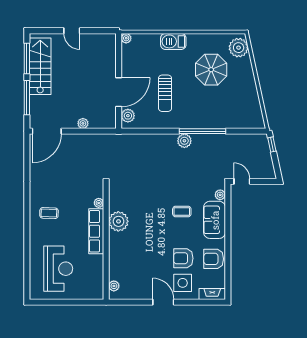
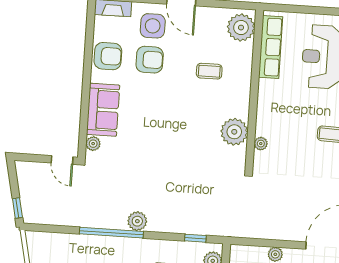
window: (142, 131) -> (195, 238), added
coffee table: (182, 211) -> (209, 71), moved
plant: (118, 221) -> (234, 132), moved
row of seats: (96, 231) -> (271, 47), moved
plant: (114, 286) -> (241, 28), width x1.88, depth x1.88

